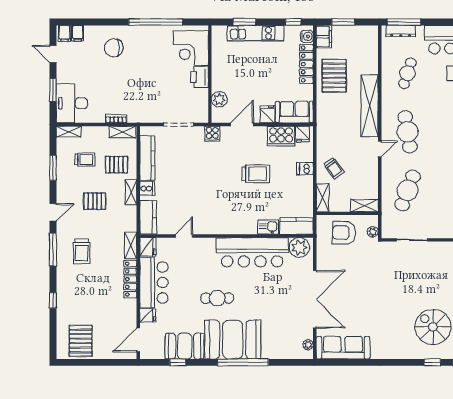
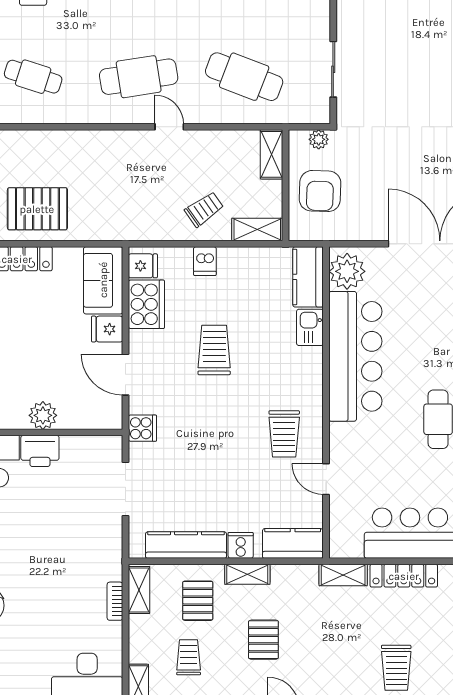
plant: (219, 99) -> (43, 415), moved
shelving: (370, 106) -> (92, 145), removed
trolley: (209, 213) -> (284, 434), added
fridge: (148, 247) -> (346, 544), removed
trolley: (82, 251) -> (396, 668), moved, turned 90

